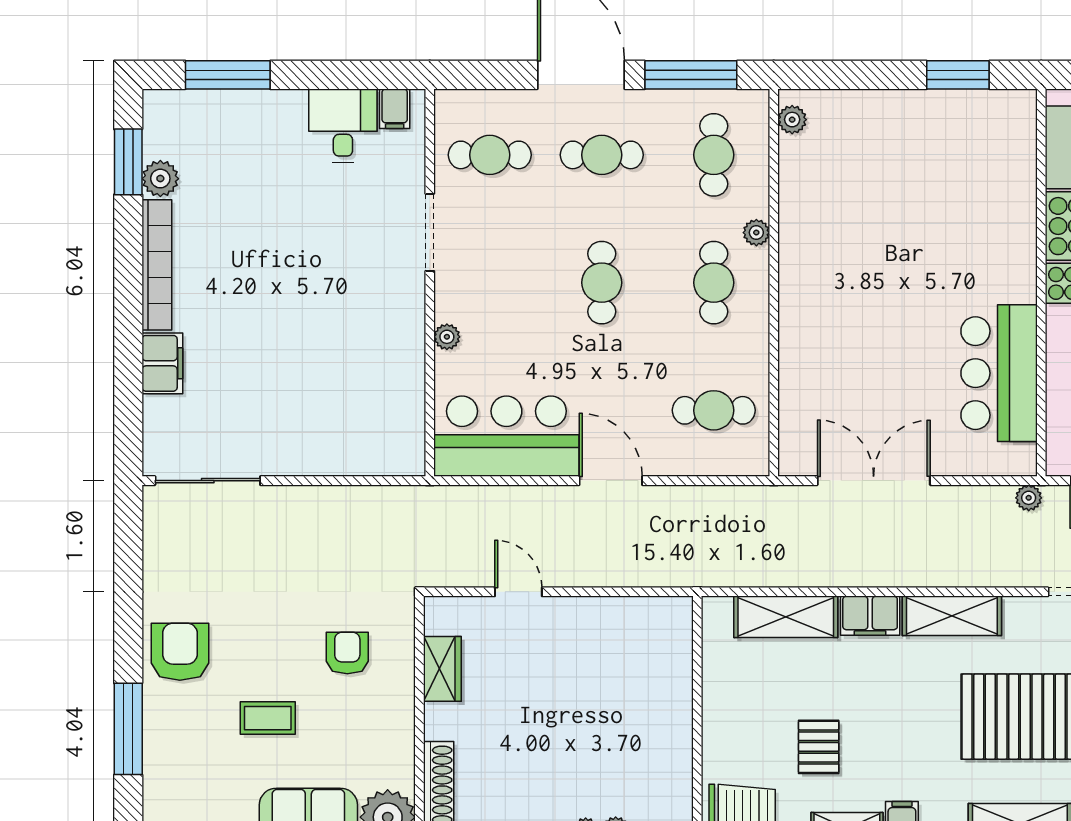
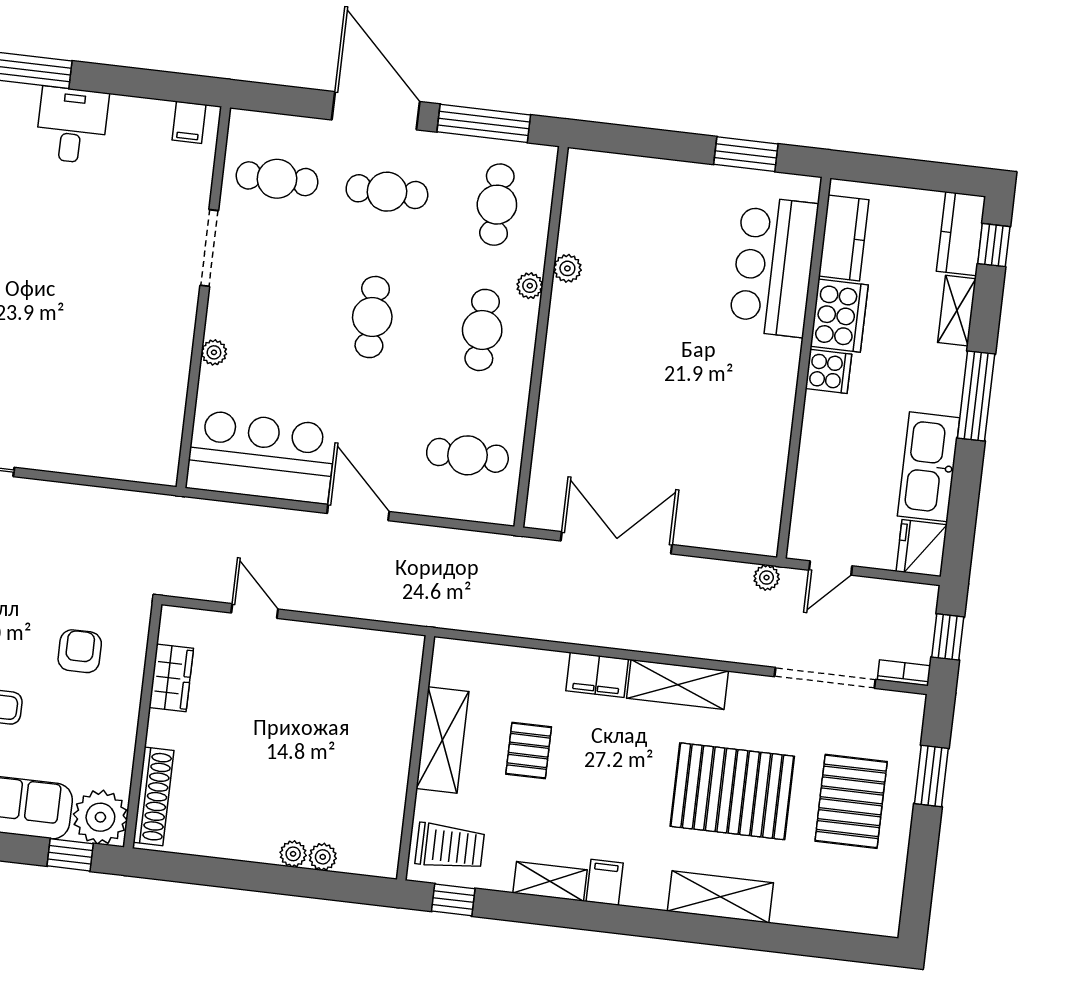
plant: (792, 120) -> (567, 268), moved
desk: (343, 125) -> (72, 125), moved
bar counter: (999, 373) -> (774, 266), moved
shelving: (786, 617) -> (442, 740), moved, turned 90
pallet: (819, 747) -> (529, 750), moved

